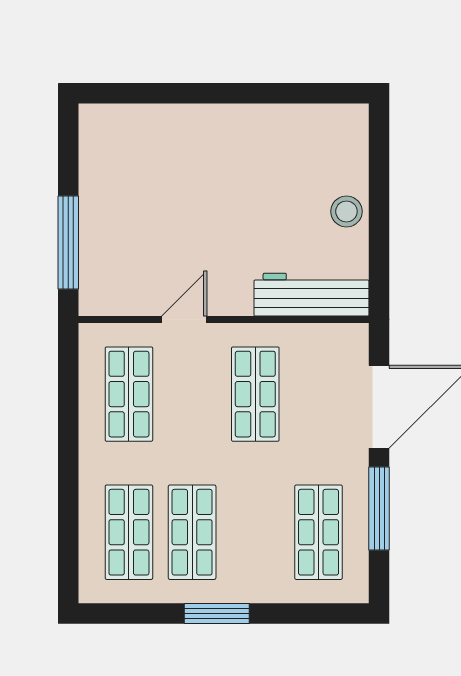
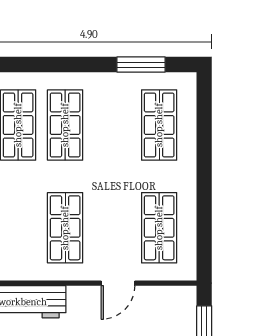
shop shelf: (192, 532) -> (65, 125), moved
window: (217, 613) -> (141, 65), moved

